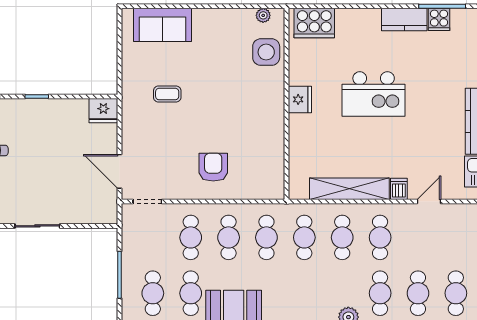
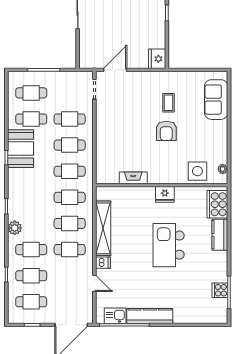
kitchen counter: (404, 19) -> (220, 235), moved
fireplace: (276, 145) -> (133, 178), added
armchair: (213, 167) -> (166, 131), moved, turned 90

